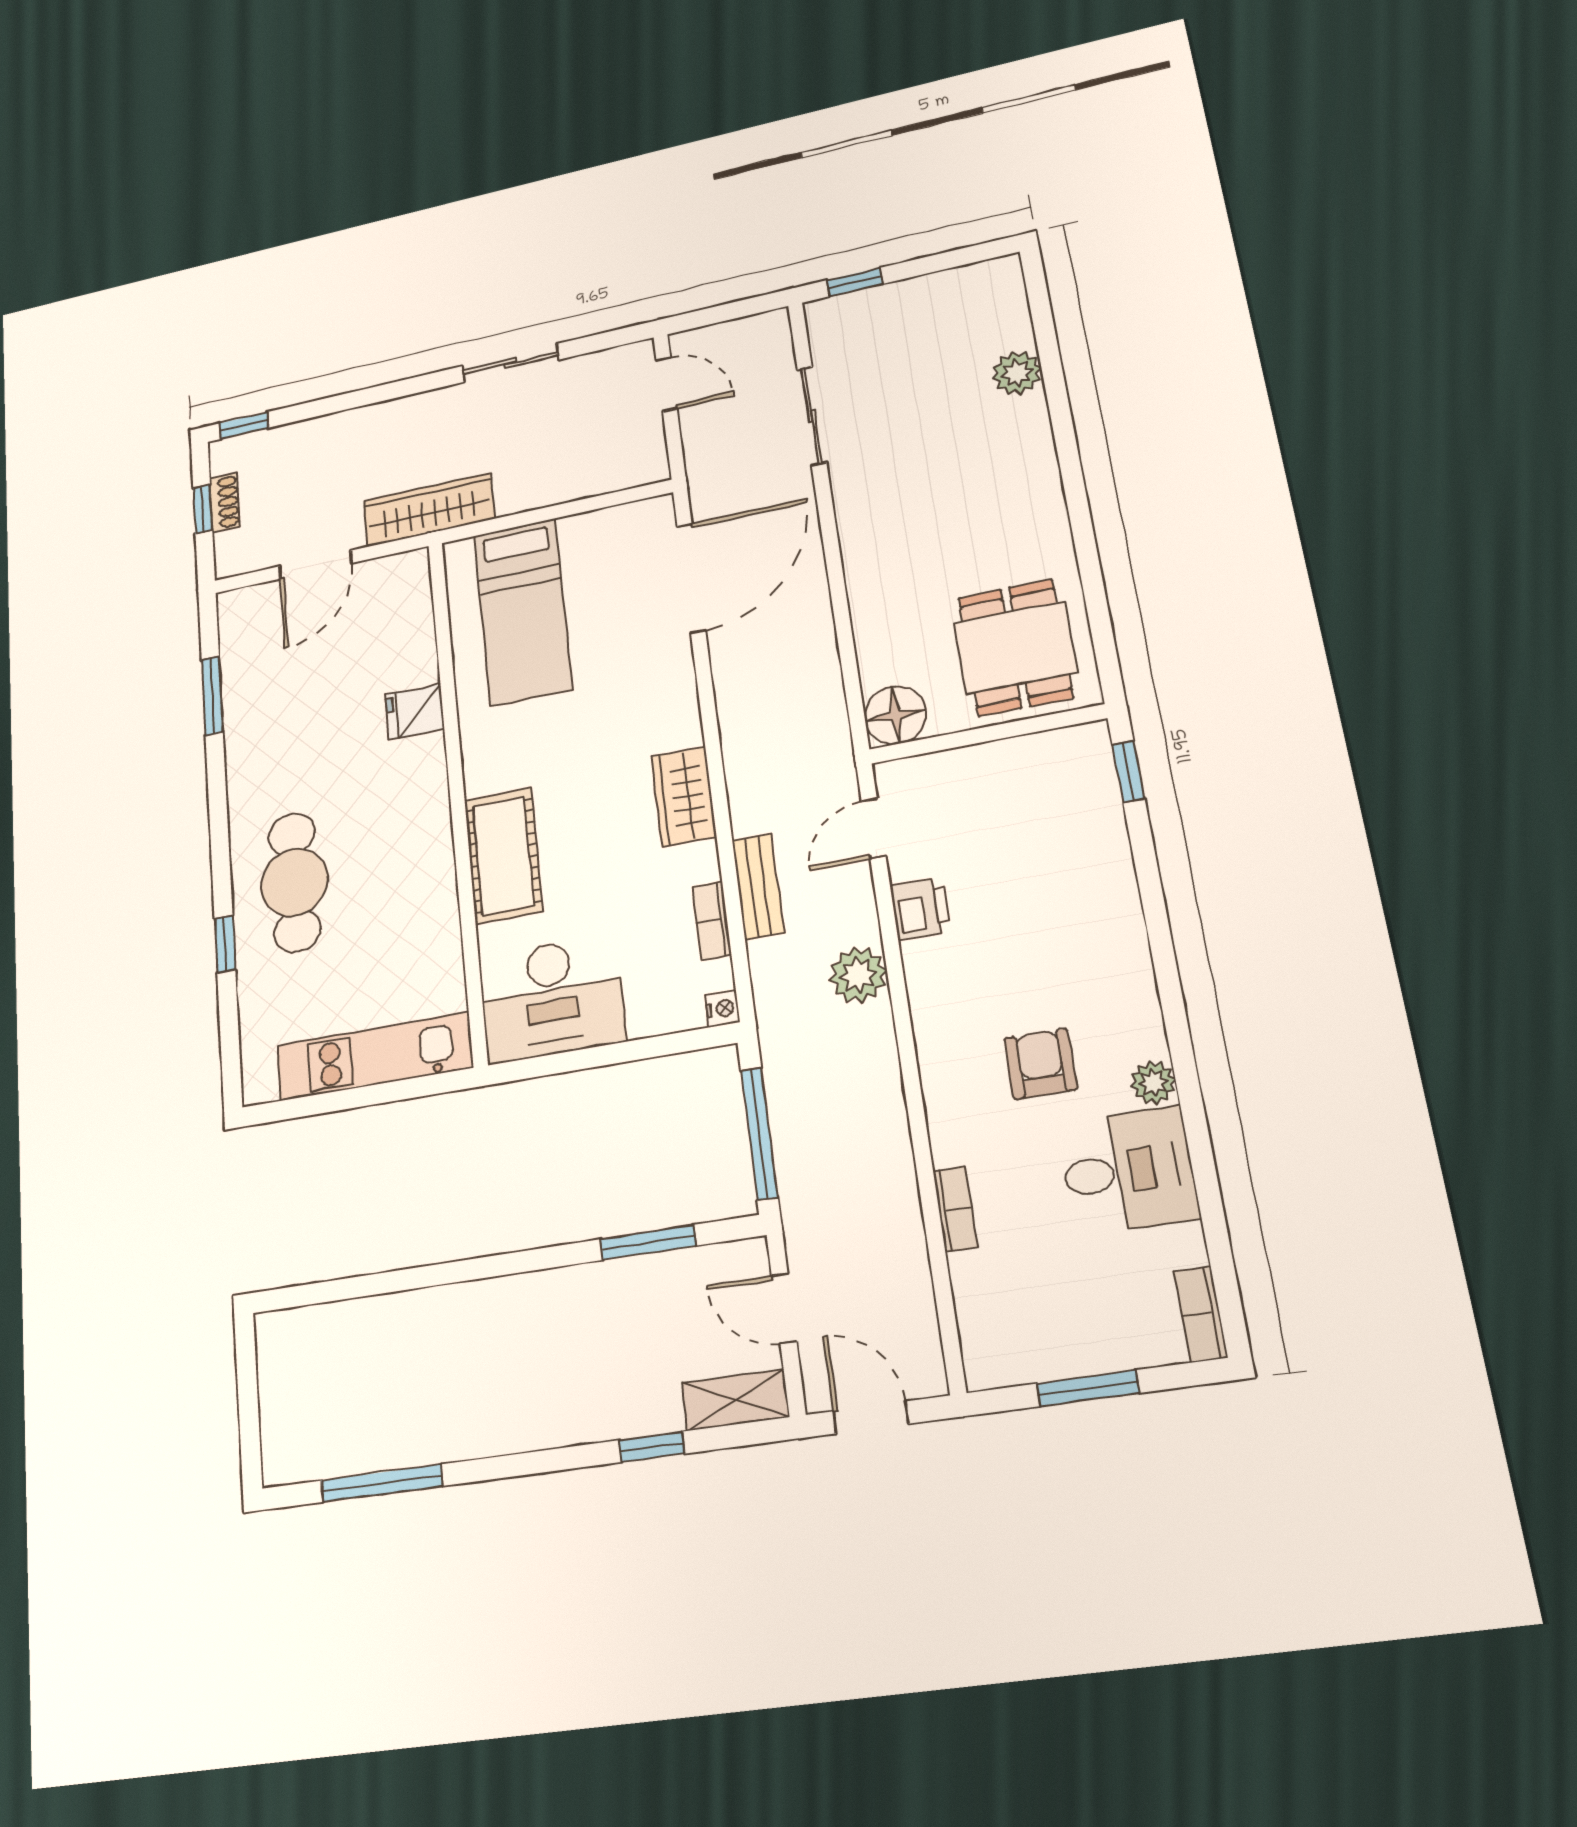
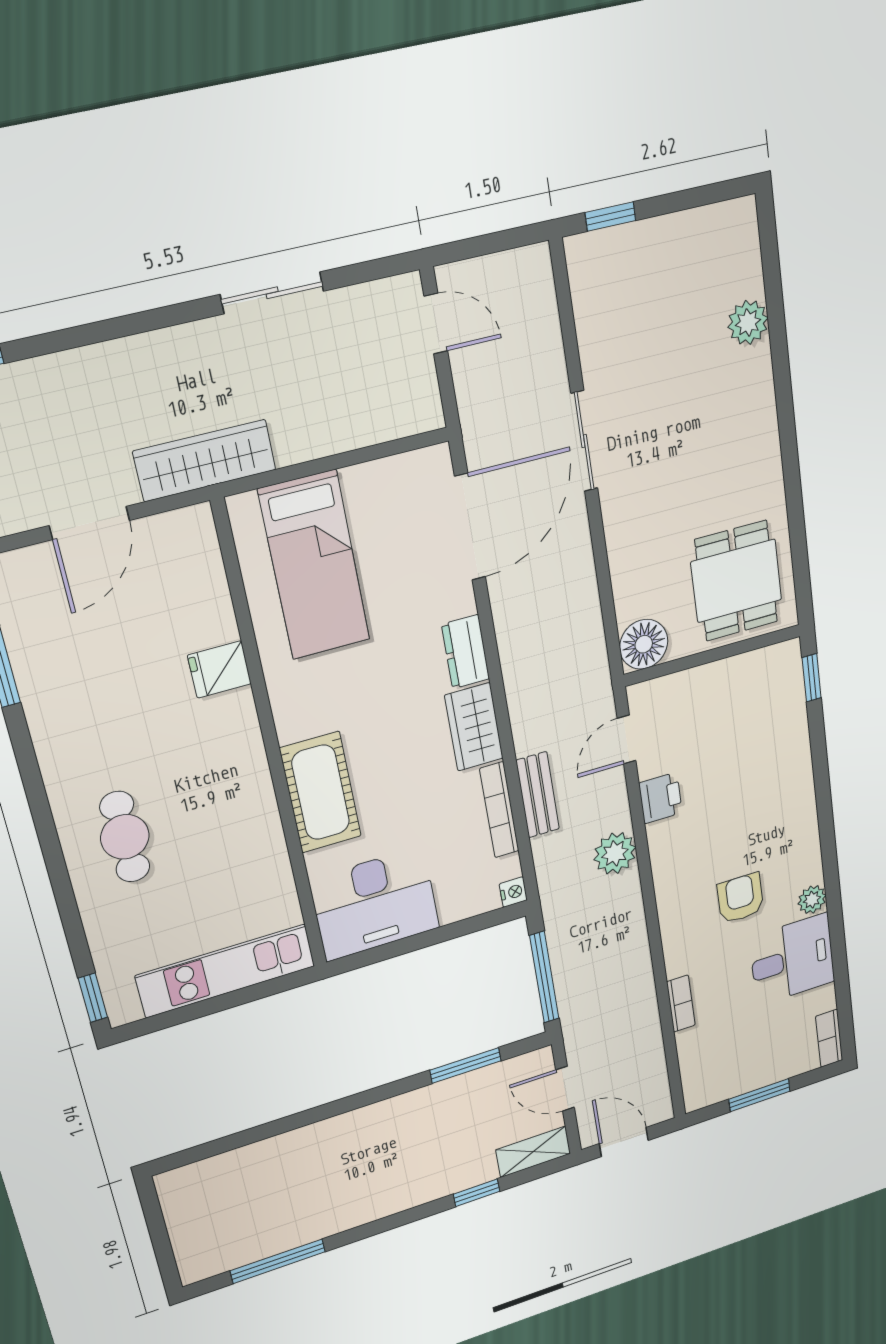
sliding door: (812, 416) -> (584, 441), moved
dresser: (679, 710) -> (466, 652), added
cafe table: (294, 882) -> (125, 837), width x0.73, depth x0.74
bookcase: (712, 921) -> (499, 810), width x1.56
window: (225, 944) -> (93, 998), moved

